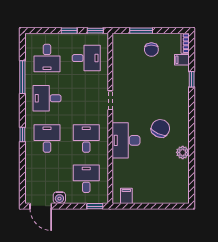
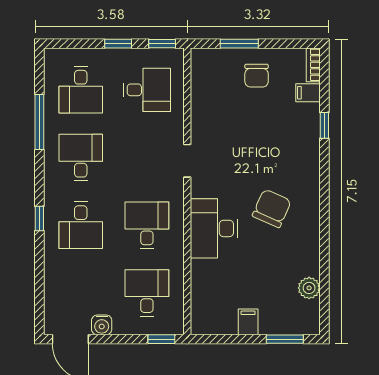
desk: (47, 98) -> (81, 158), turned 90
desk: (47, 138) -> (81, 225), turned 180
plant: (183, 152) -> (309, 288), moved
filing cabinet: (126, 196) -> (248, 322), moved
window: (168, 206) -> (285, 339), added

